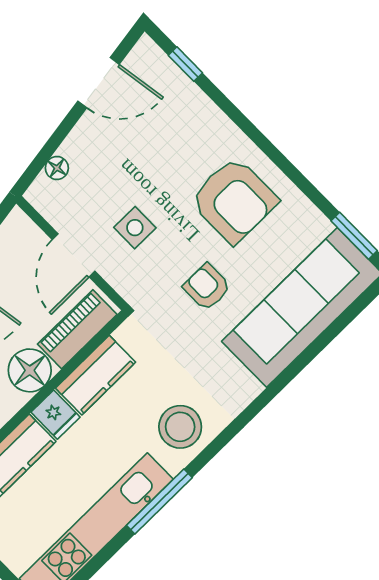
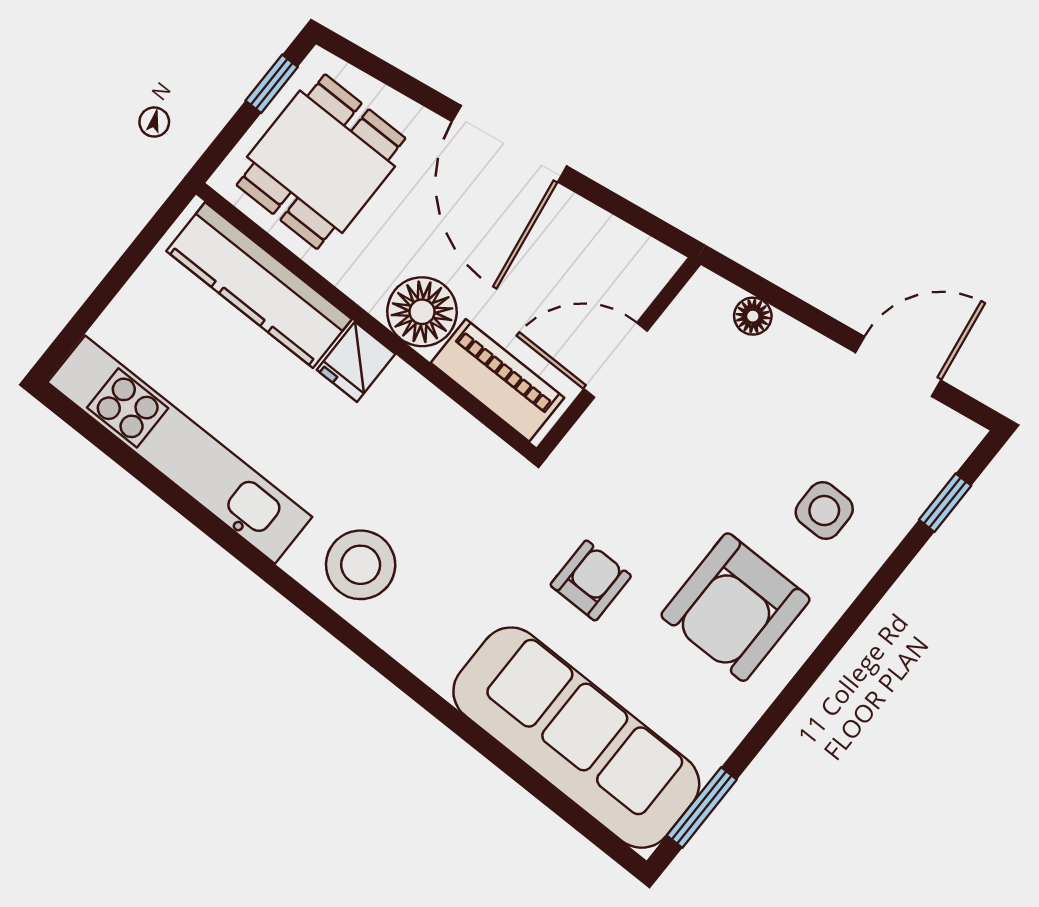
door: (98, 83) -> (898, 366), swing flipped
side table: (135, 228) -> (824, 511), moved
kitchen counter: (96, 375) -> (427, 419), removed
window: (159, 502) -> (236, 546), removed

